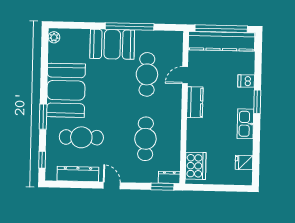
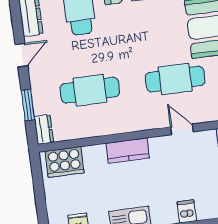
kitchen counter: (195, 102) -> (128, 151), moved
window: (162, 187) -> (28, 105), moved

